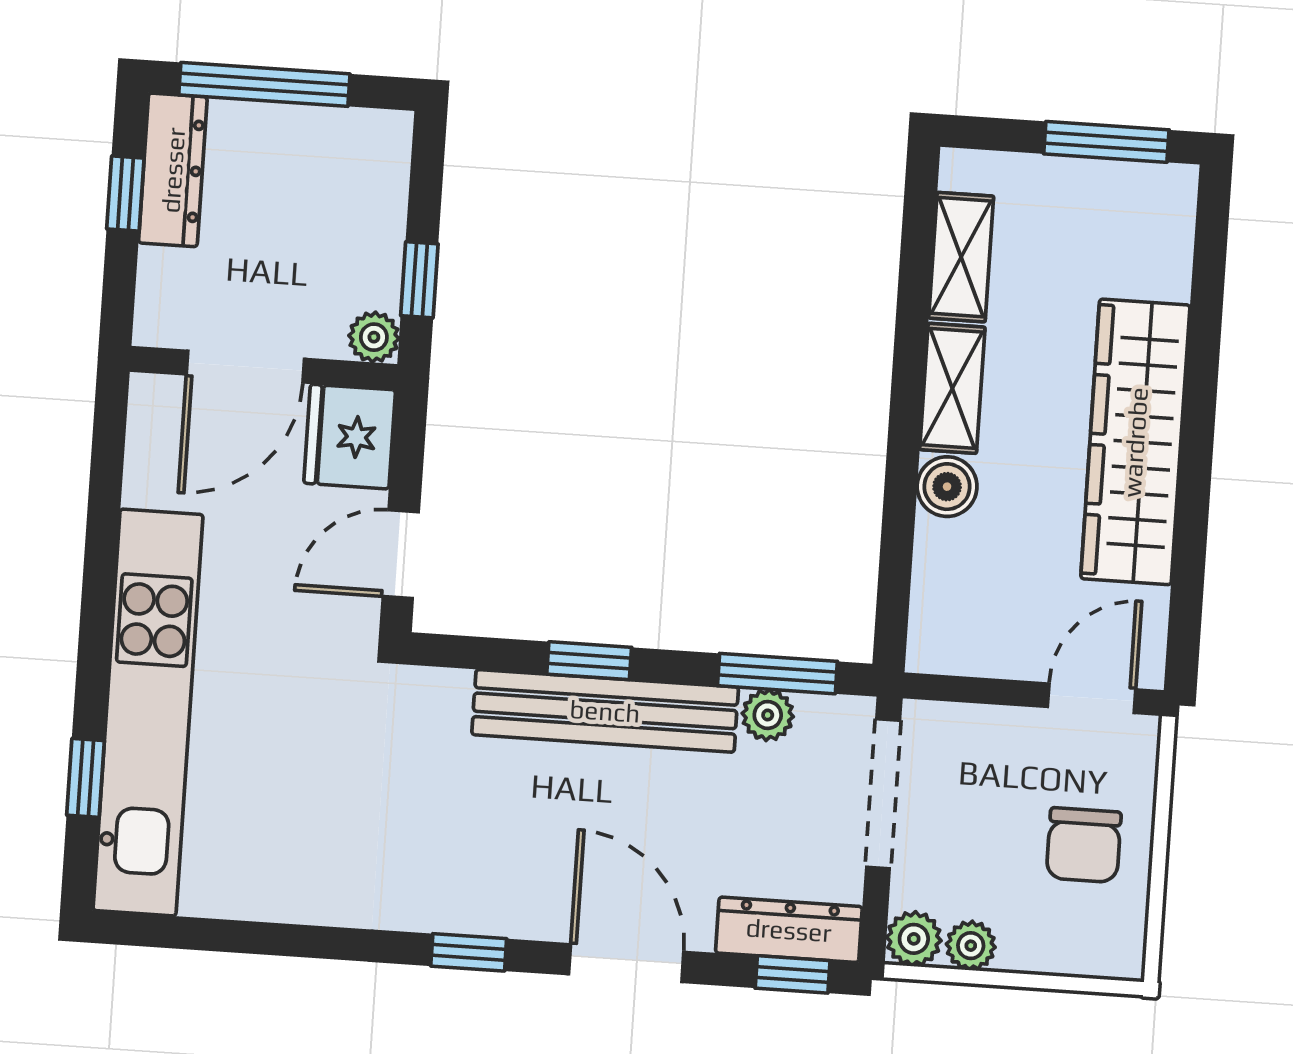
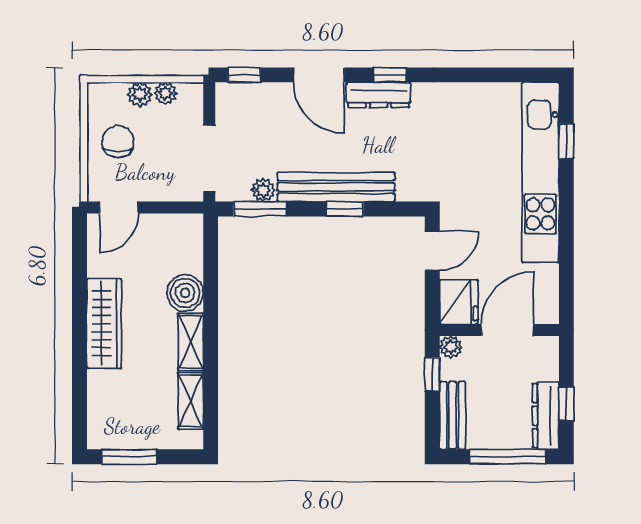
bench: (381, 185) -> (453, 415), added
wardrobe: (1135, 442) -> (104, 323), width x0.71, depth x0.85
boiler: (947, 487) -> (185, 293), width x1.36, depth x1.36
dresser: (789, 930) -> (379, 95), moved
plant: (914, 939) -> (140, 94), moved

